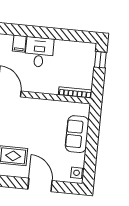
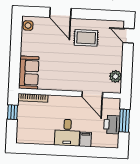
window: (100, 60) -> (13, 112), moved
sofa: (77, 134) -> (29, 73), moved

